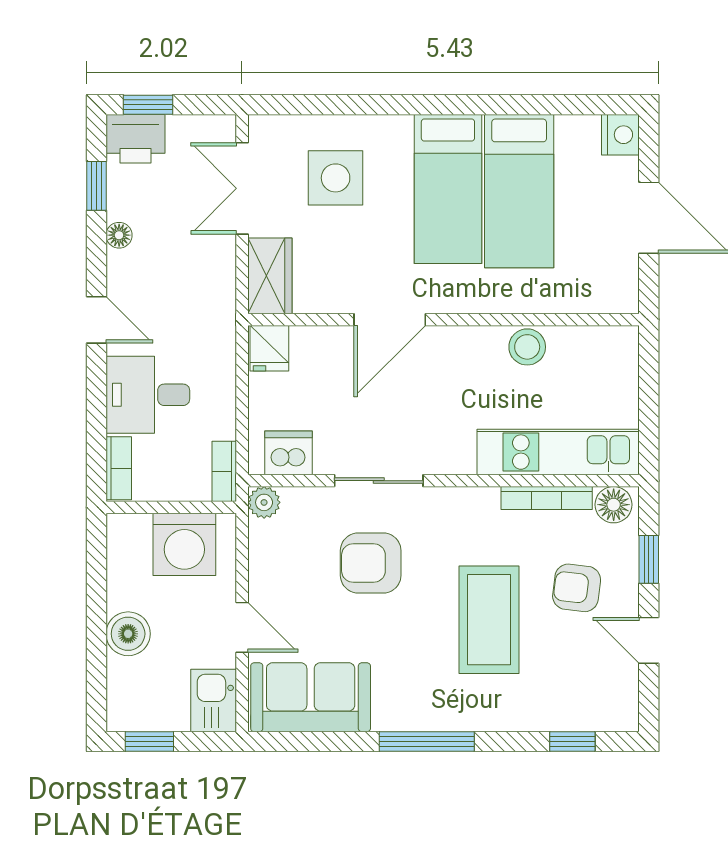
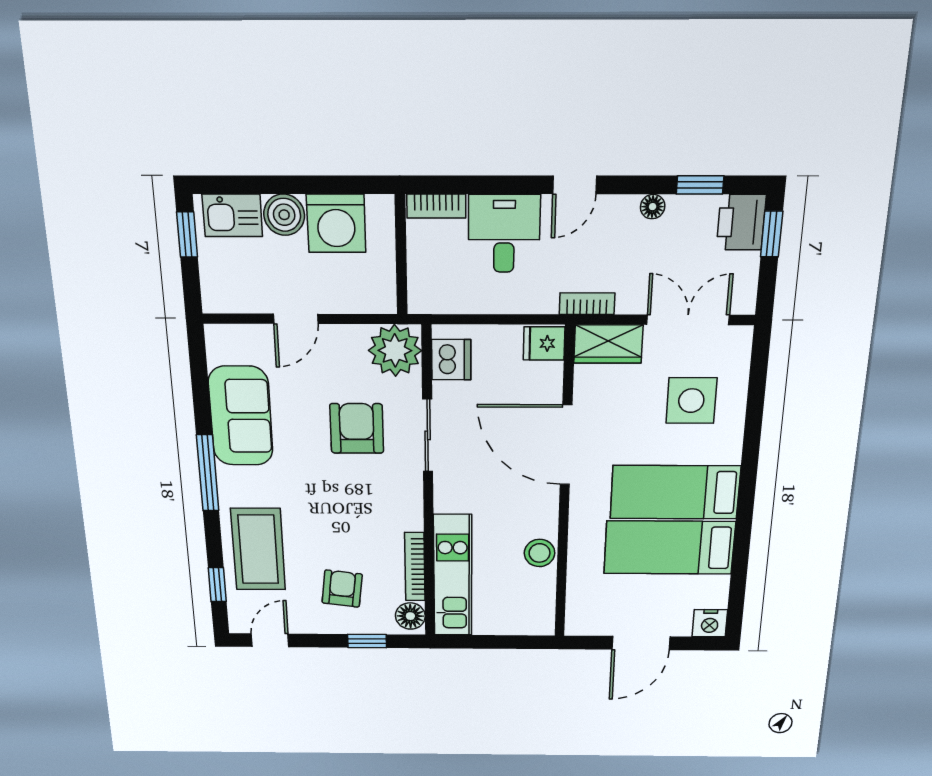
door: (390, 320) -> (566, 445), width x1.36
bookcase: (224, 471) -> (587, 304), moved
plant: (264, 502) -> (395, 350), width x1.88, depth x1.88
washing machine: (184, 544) -> (336, 223), moved, turned -90
coffee table: (489, 620) -> (258, 549), moved, turned 90
door: (649, 640) -> (270, 640), moved
sofa: (311, 697) -> (241, 416), moved
kitchen sink: (214, 700) -> (232, 215), moved, turned 180

